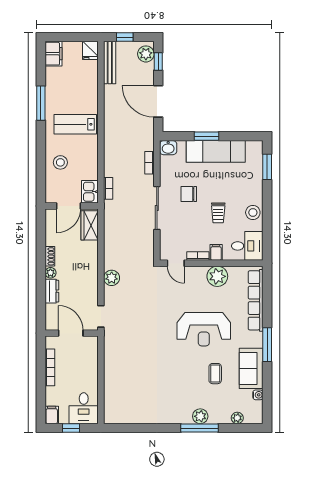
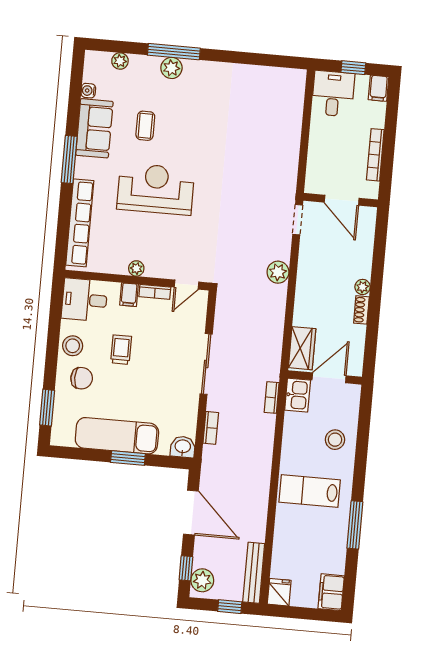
lab bench: (75, 124) -> (310, 491), turned 180
chair: (189, 194) -> (82, 378), moved
door: (176, 263) -> (187, 285), swing flipped
plant: (217, 276) -> (136, 268), width x0.53, depth x0.53
dresser: (52, 291) -> (363, 261), removed

